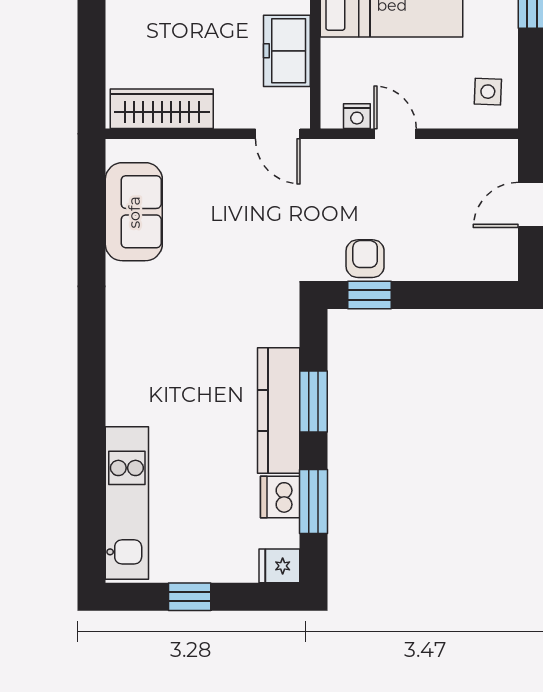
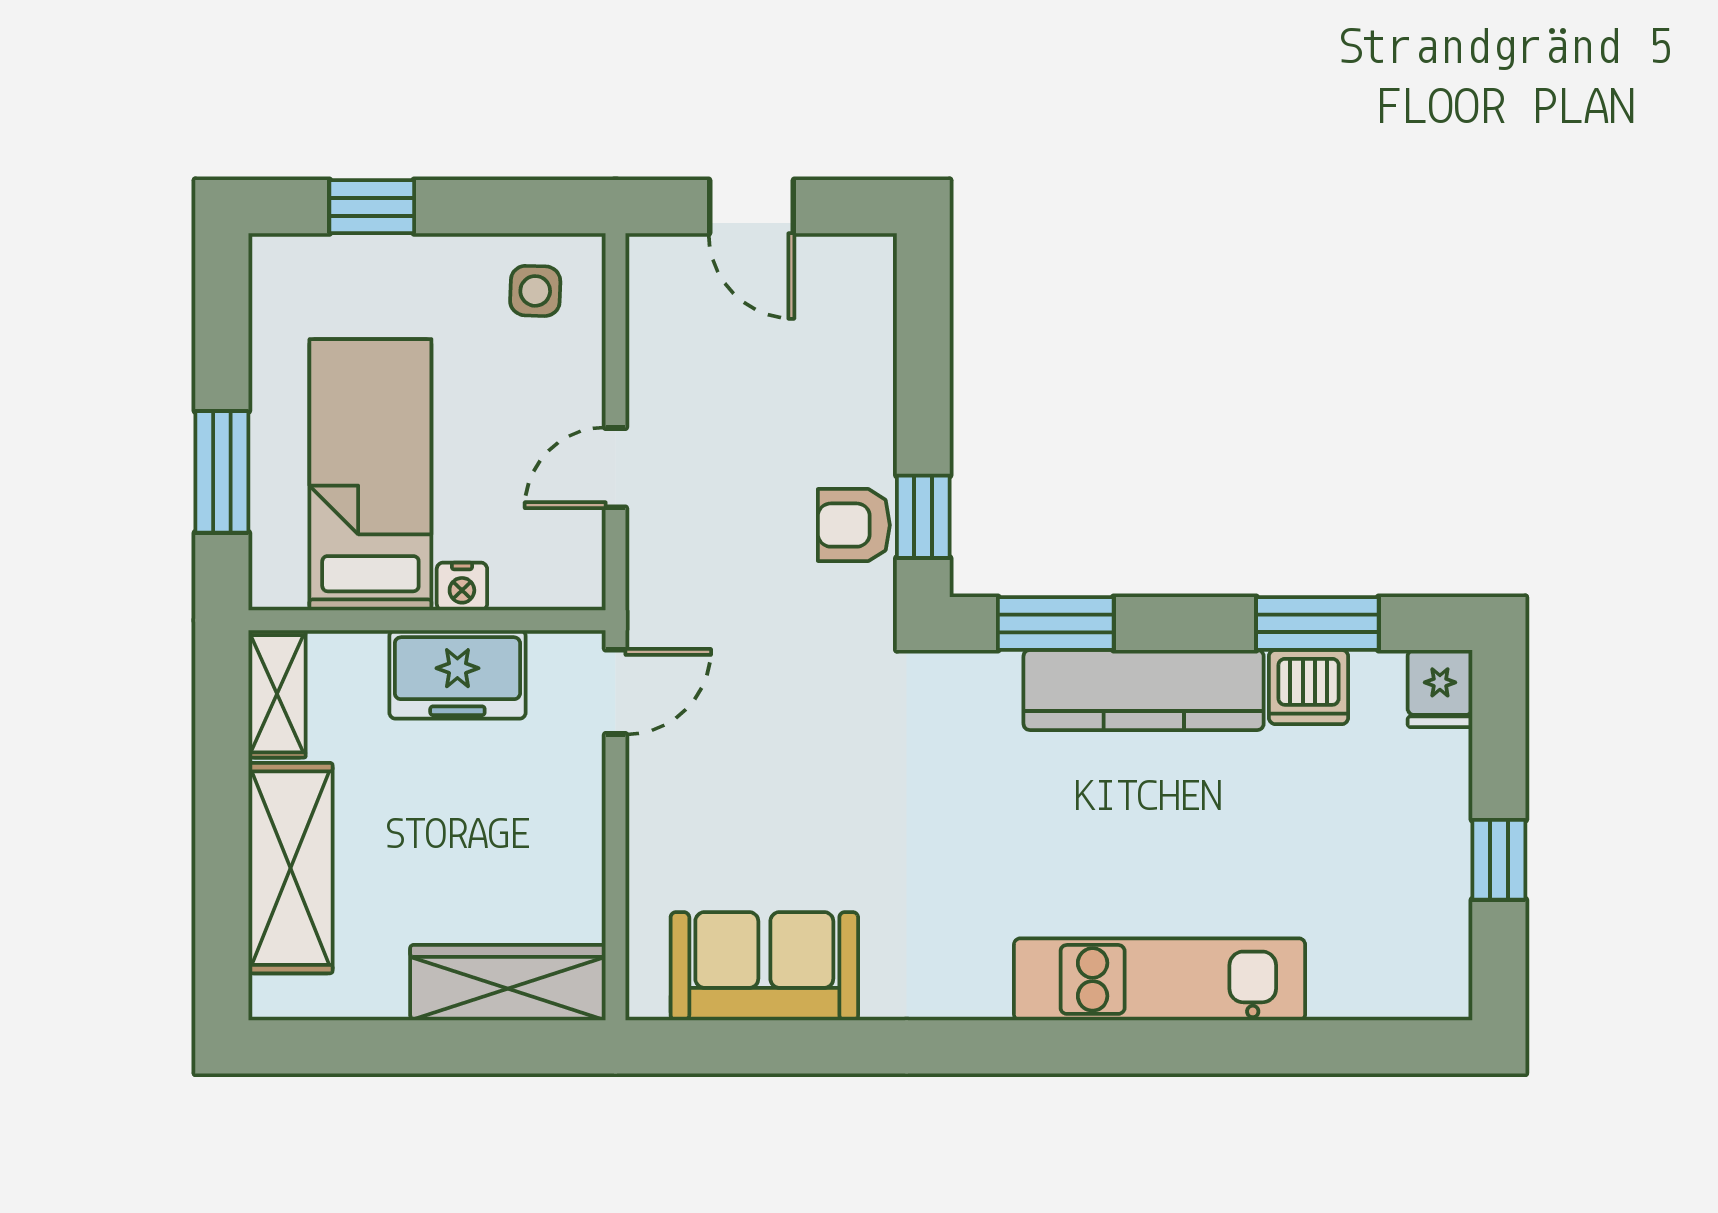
wardrobe: (162, 109) -> (508, 983), moved, turned 90
nightstand: (357, 116) -> (462, 586), moved, turned 90
window: (313, 402) -> (1056, 624), moved
kitchen unit: (127, 503) -> (1160, 979), moved

